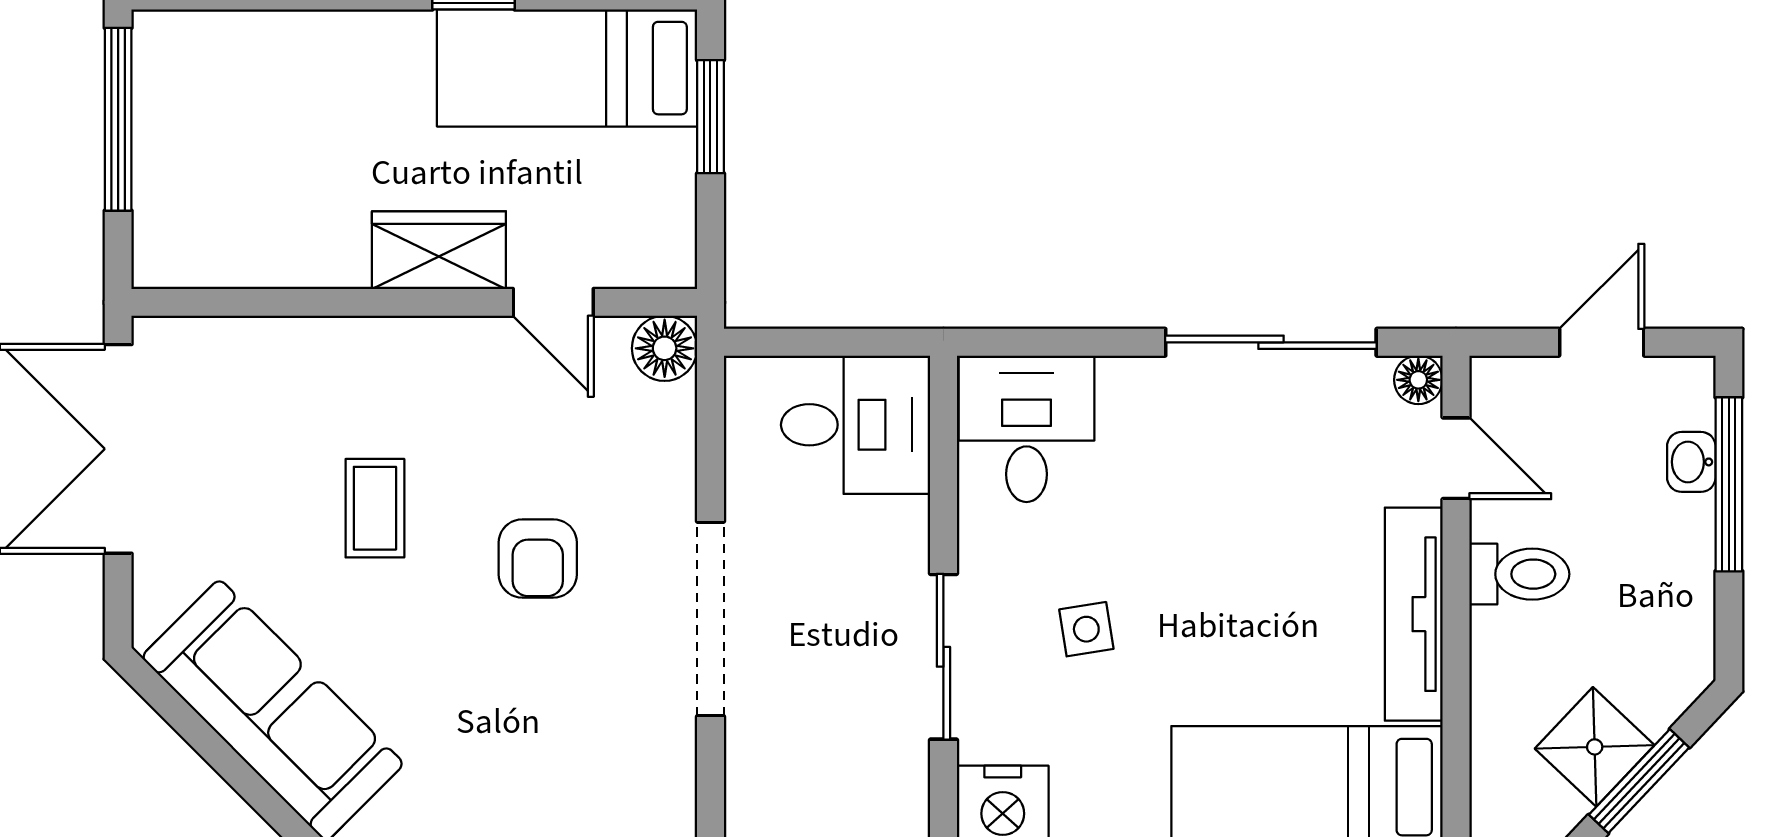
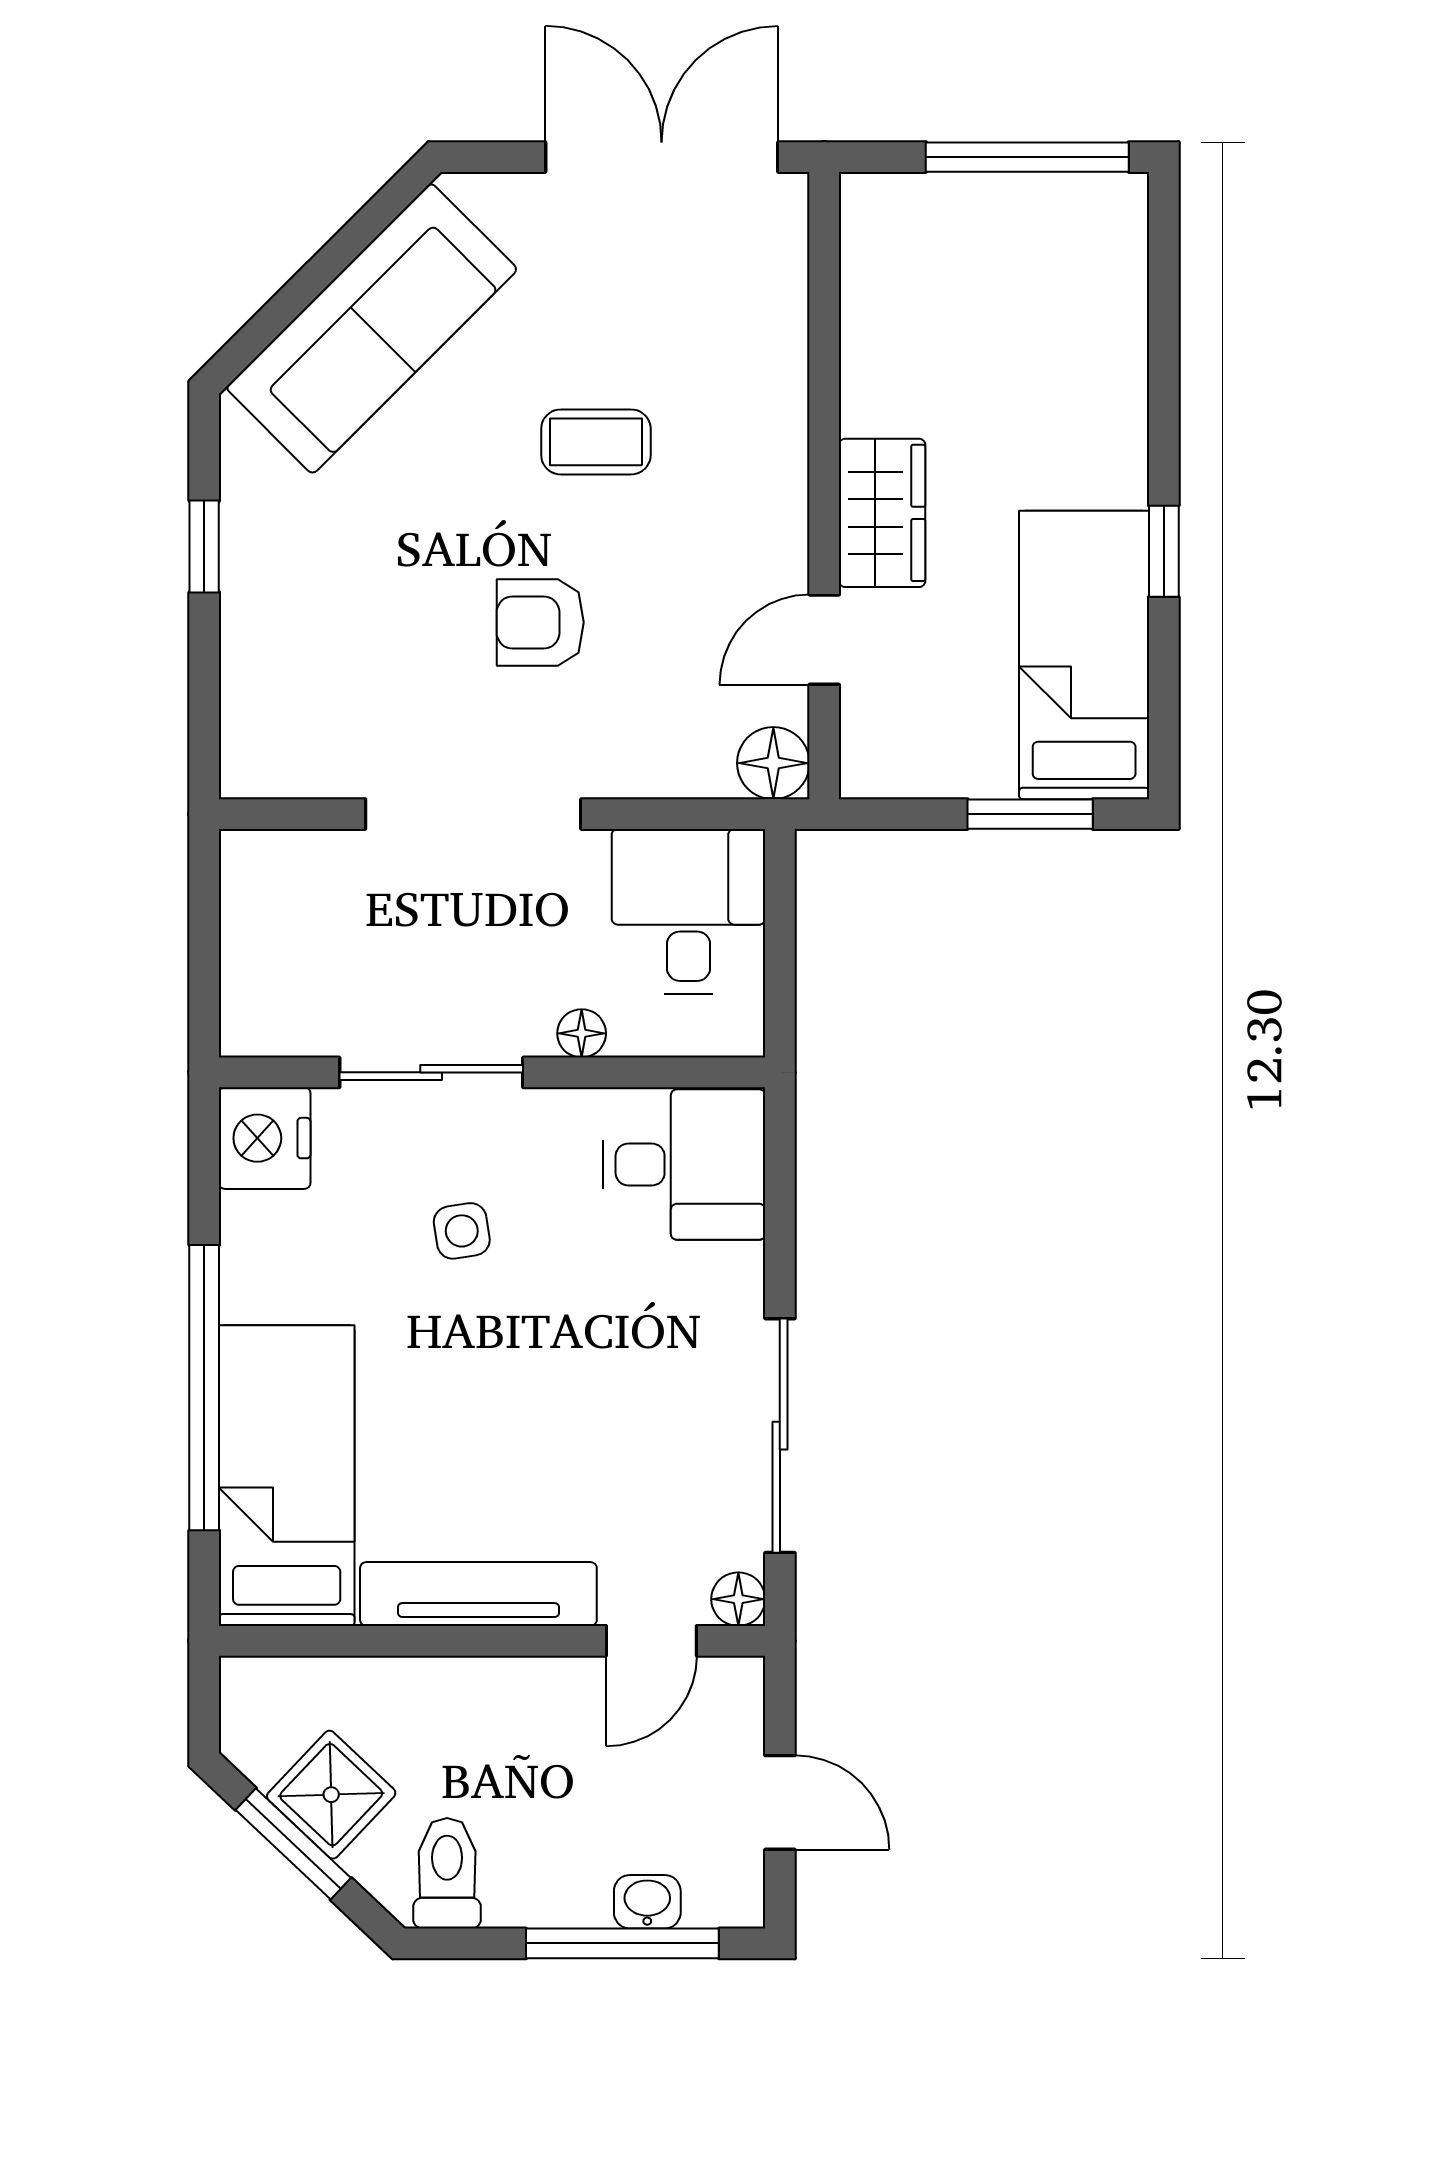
desk: (856, 425) -> (688, 912), moved, turned 180
floor lamp: (908, 521) -> (582, 1033), added
toilet: (1519, 574) -> (447, 1873), moved, turned 180

